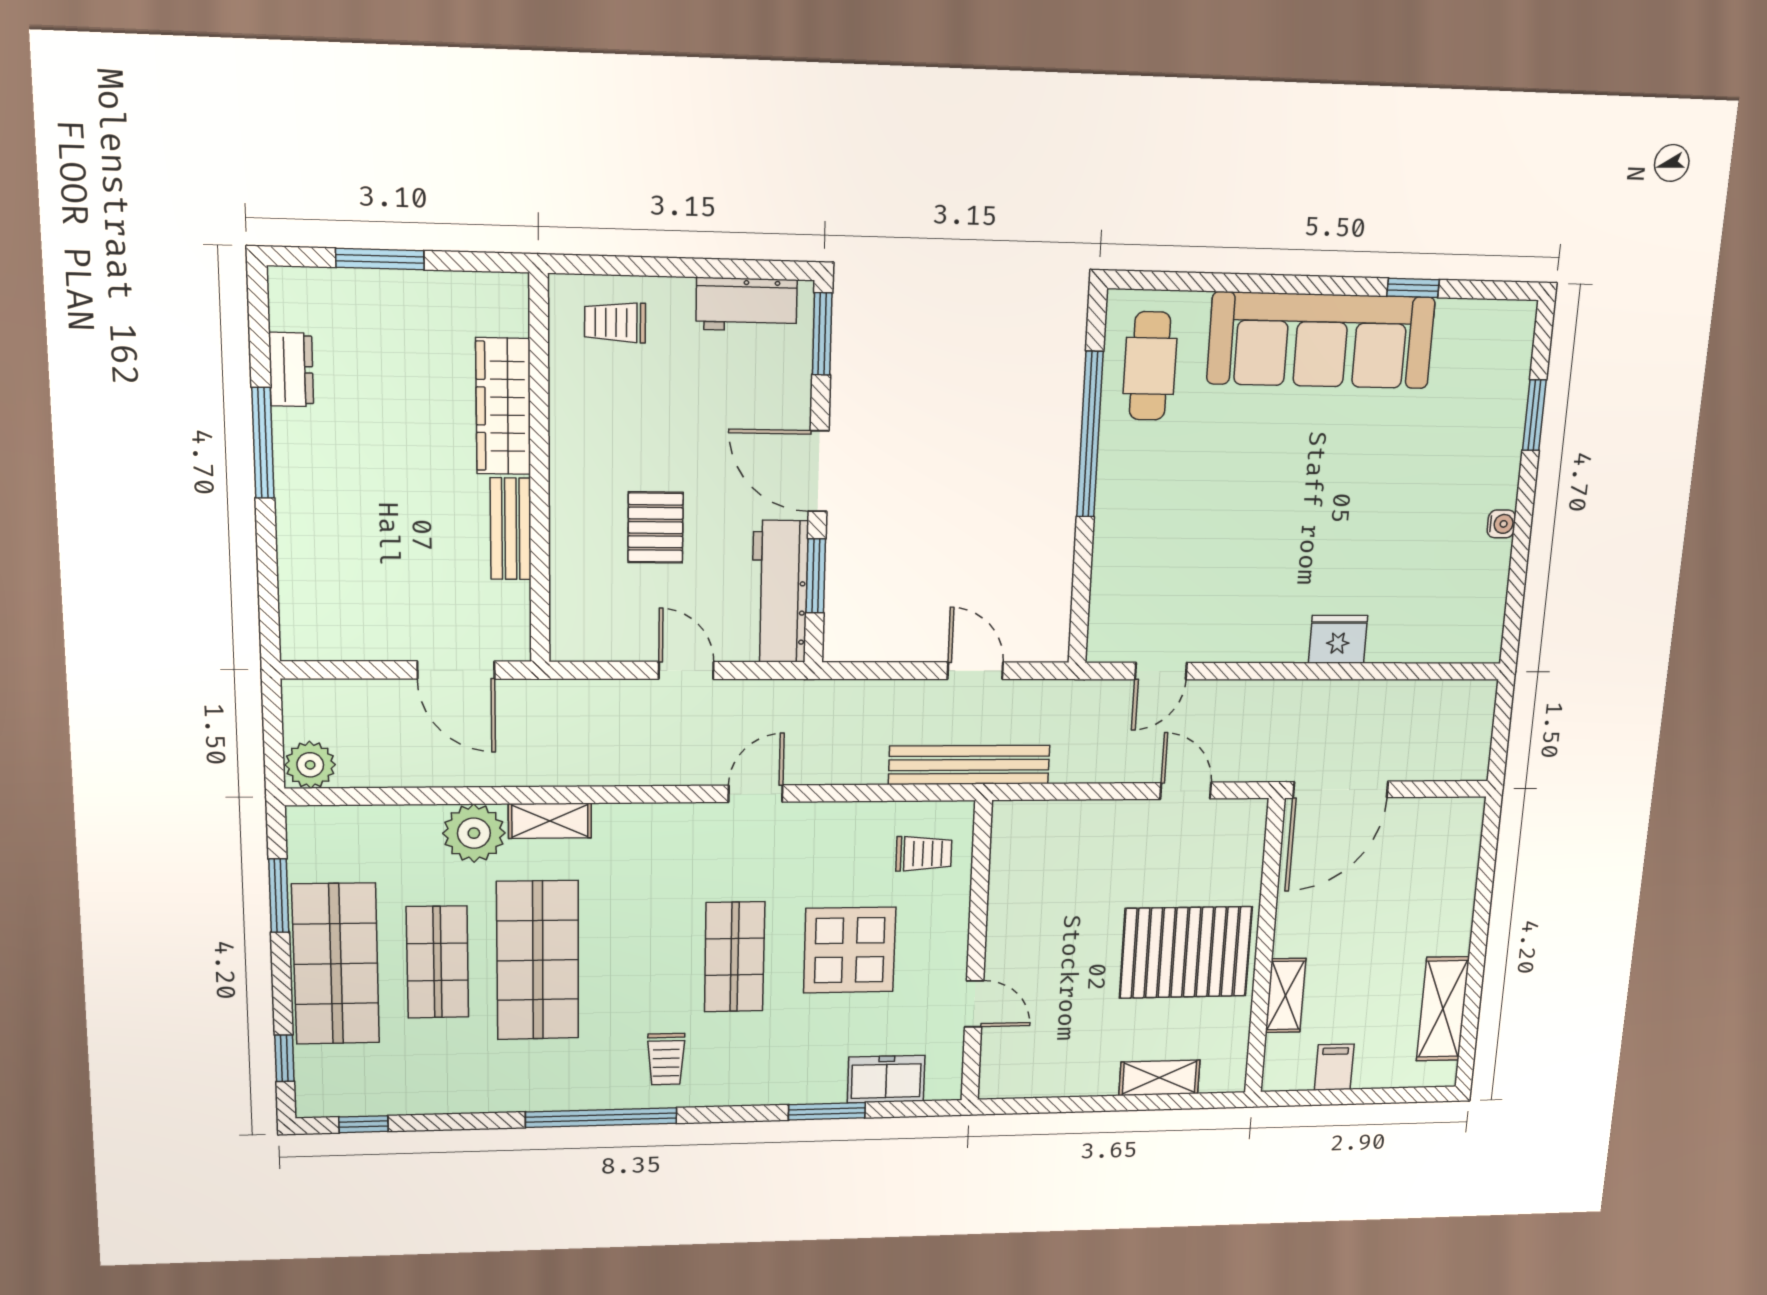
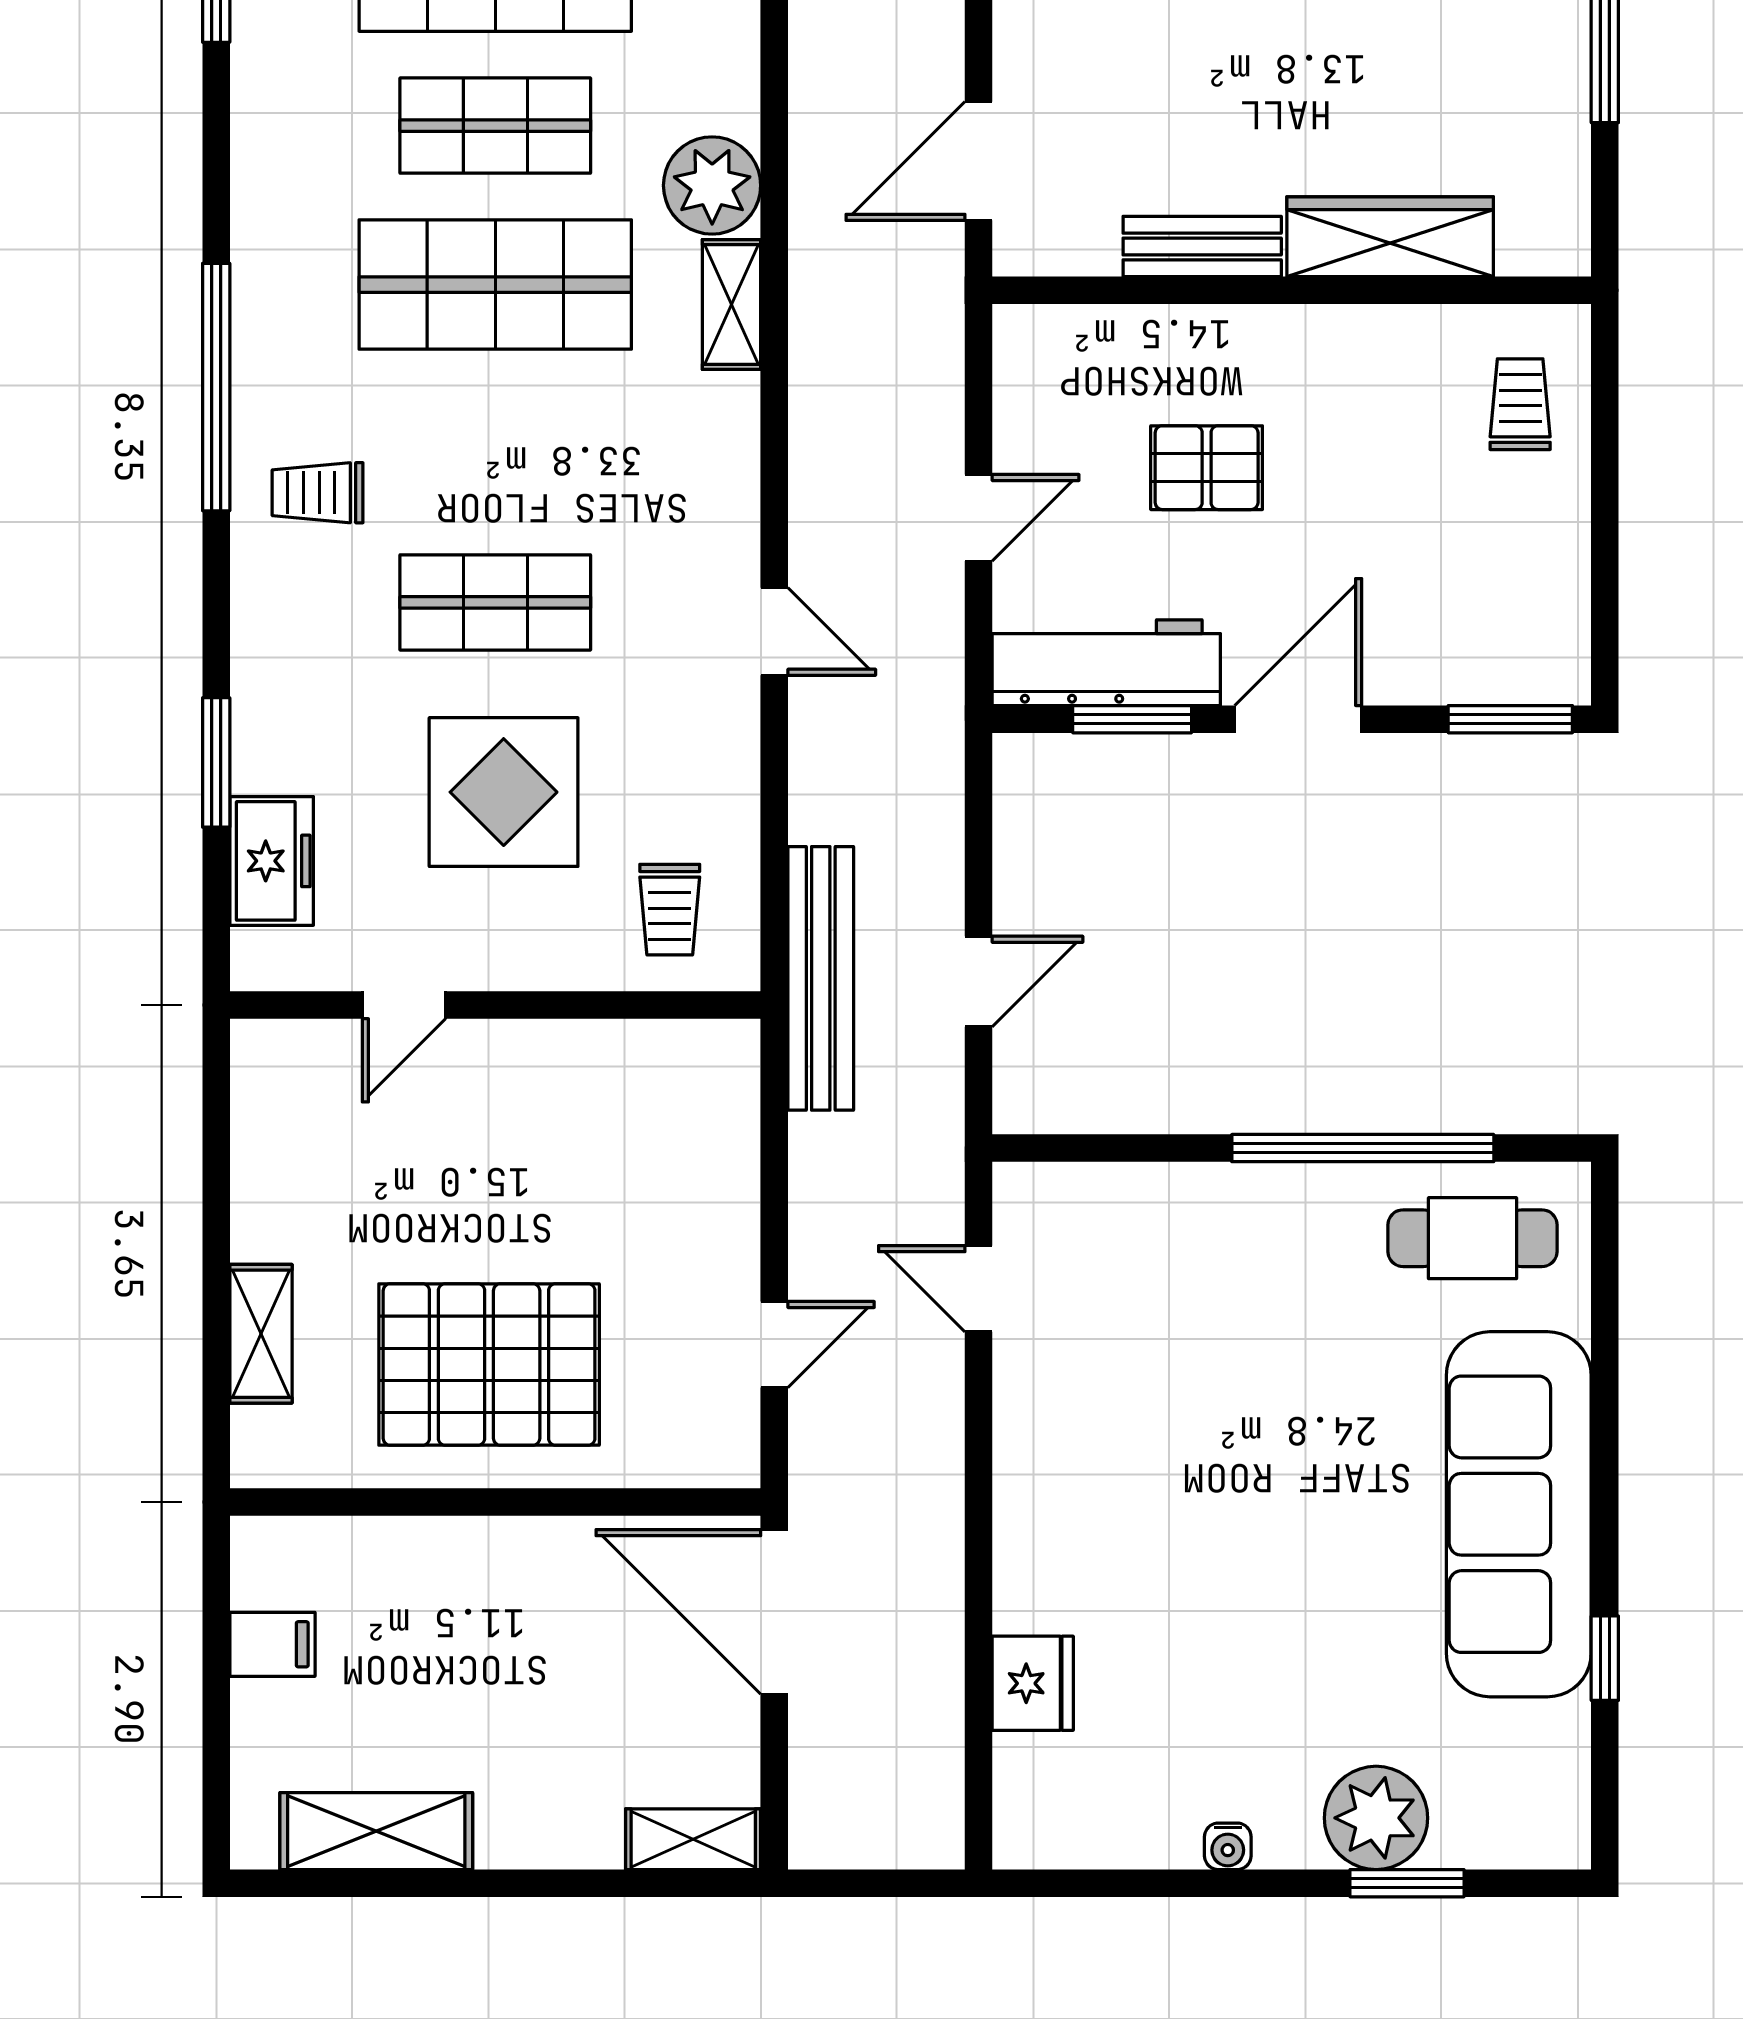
workbench: (747, 305) -> (1552, 602), removed
plant: (1494, 433) -> (1376, 1818), added
fridge: (1338, 639) -> (1033, 1683), moved
pallet: (1186, 952) -> (489, 1365), turned 90
shelving: (1286, 995) -> (693, 1839), moved

